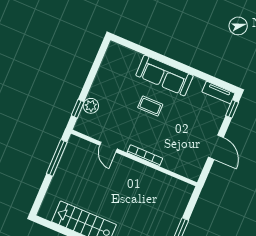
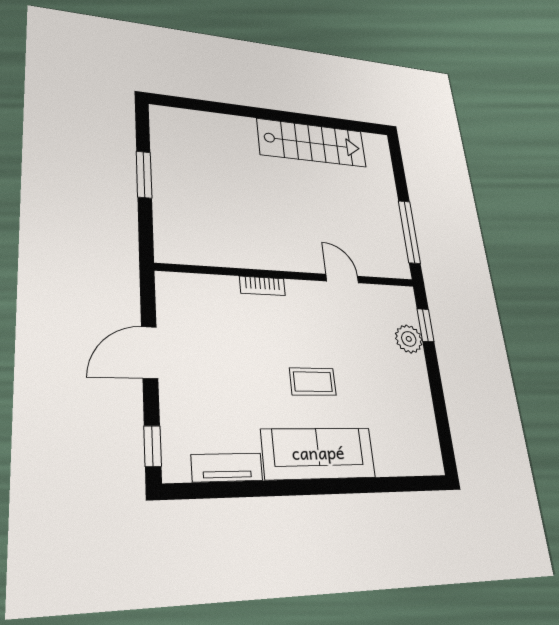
tv unit: (218, 93) -> (227, 468), moved
door: (216, 147) -> (150, 352), hinge flipped
bookcase: (145, 155) -> (262, 286), width x0.64

